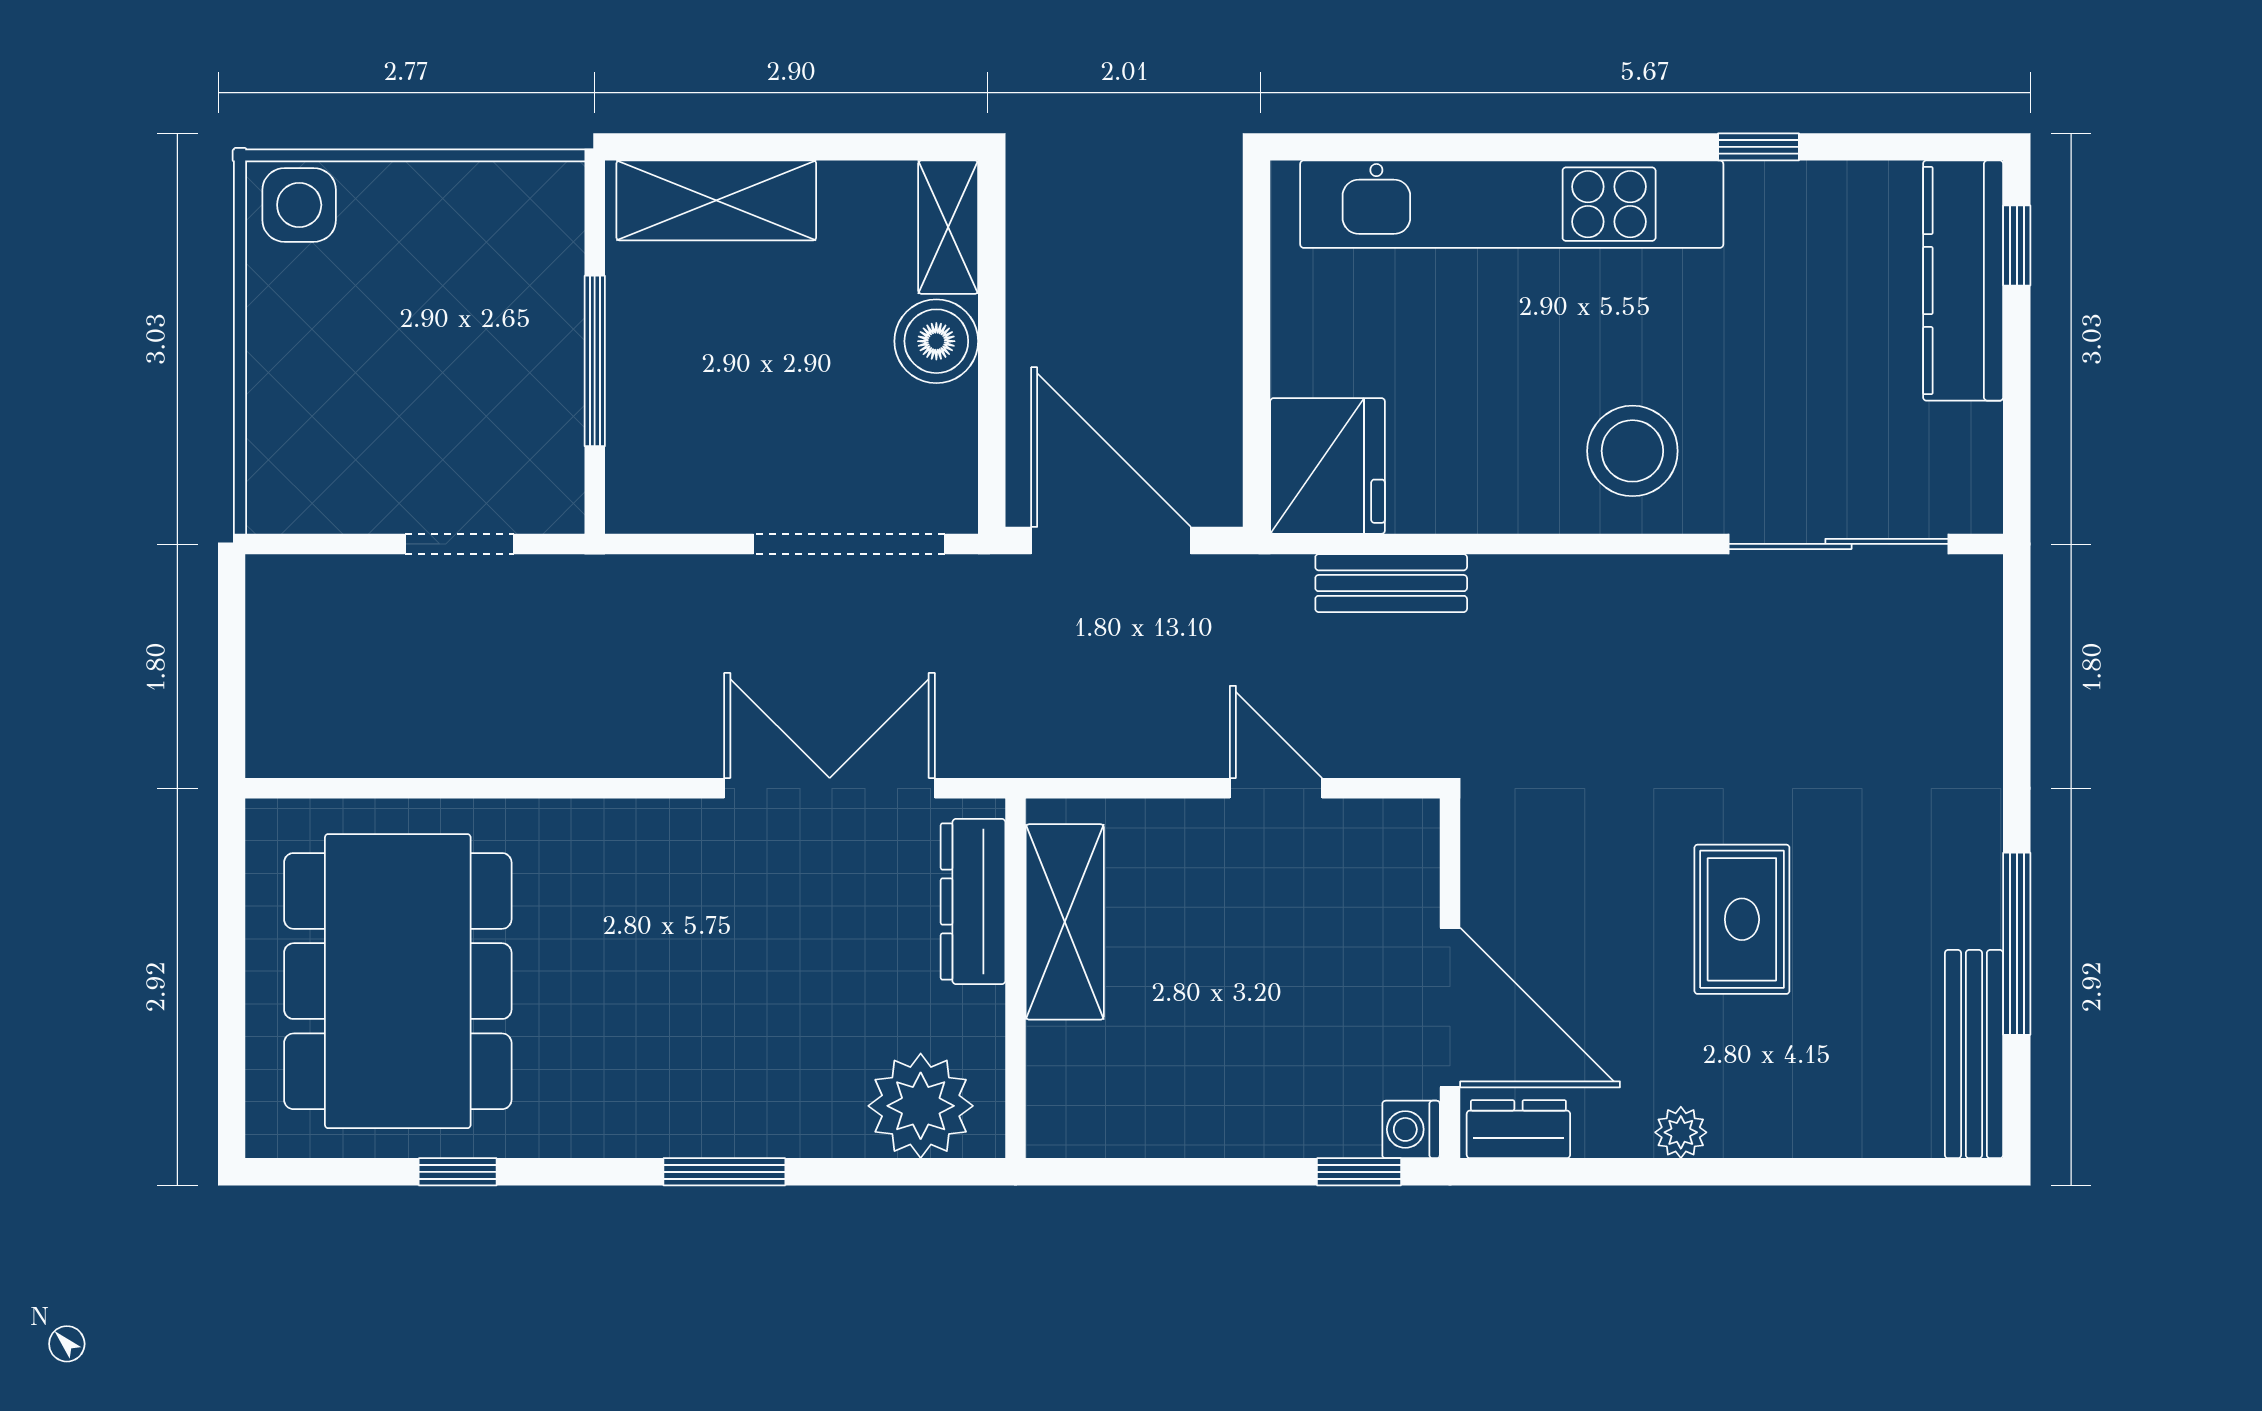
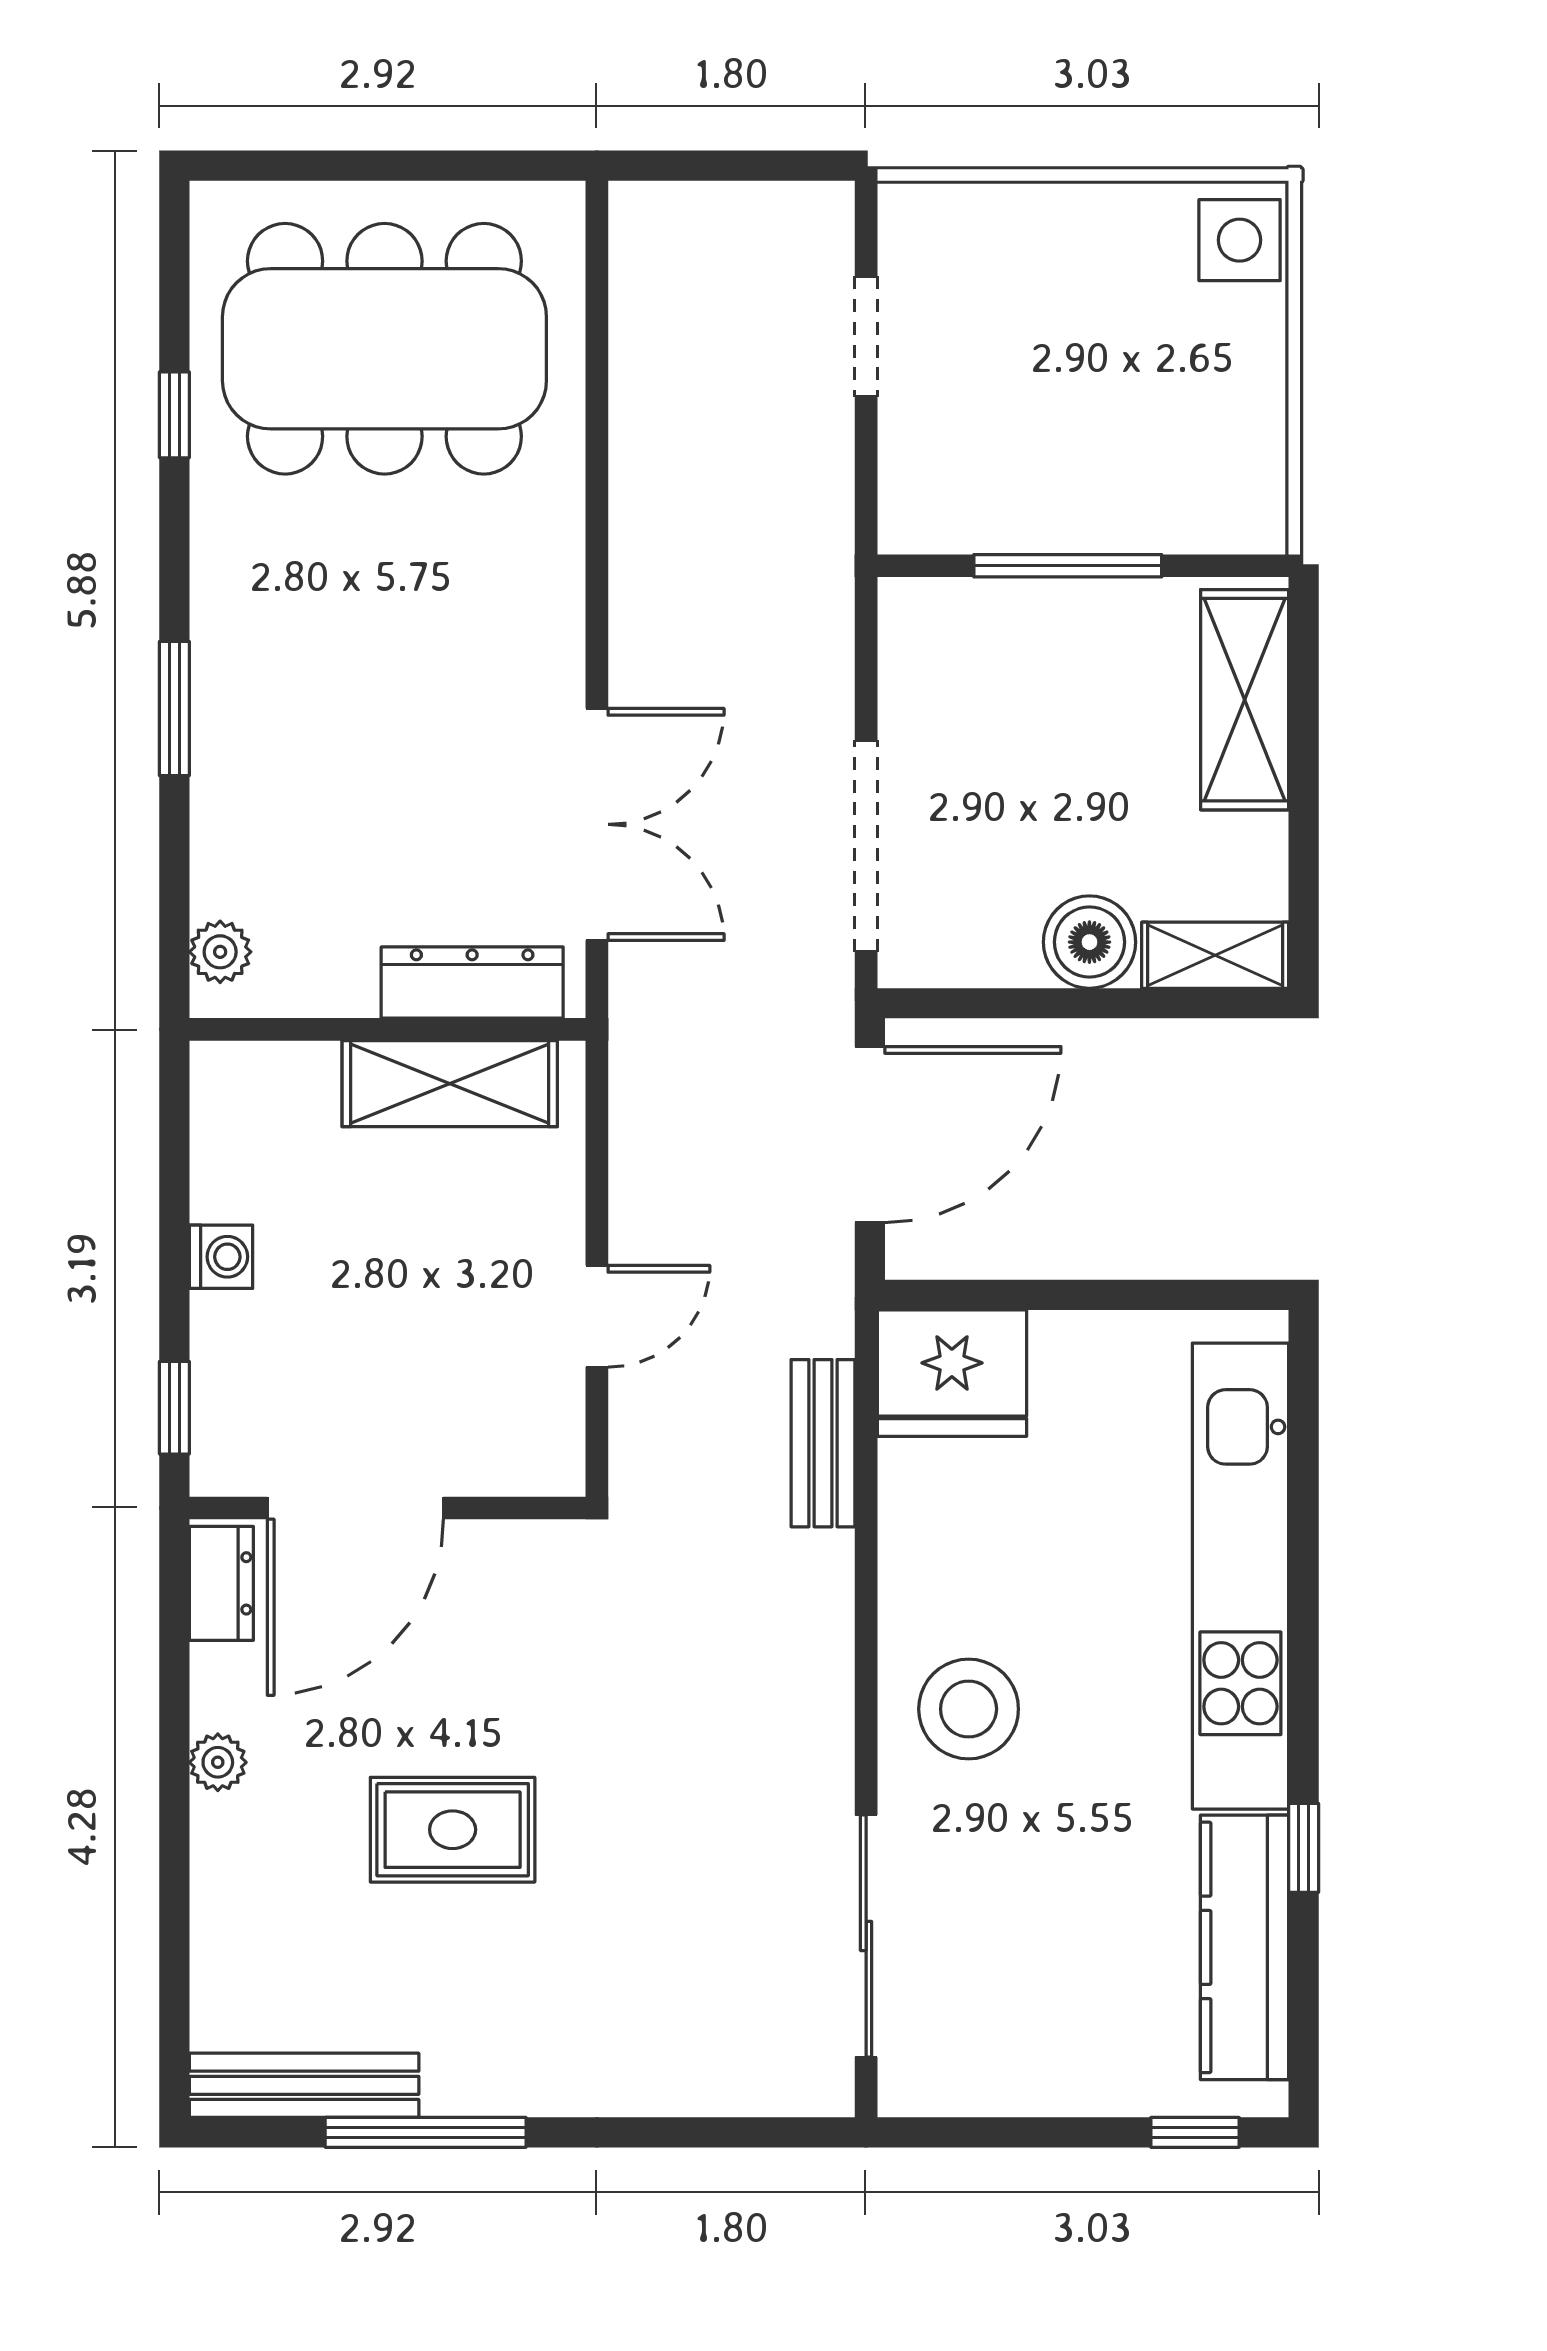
kitchen counter: (1963, 281) -> (1245, 1947), moved, turned -90
doorway: (459, 544) -> (866, 337), moved
plant: (921, 1106) -> (220, 952), width x0.53, depth x0.53
washing machine: (1411, 1129) -> (221, 1257), moved, turned 90

